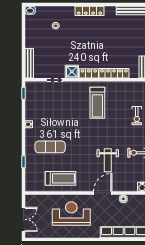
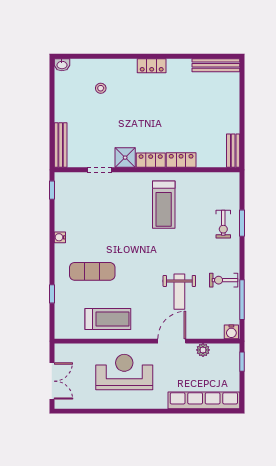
locker: (89, 11) -> (152, 66), width x0.66
locker: (114, 73) -> (181, 160), width x0.66

